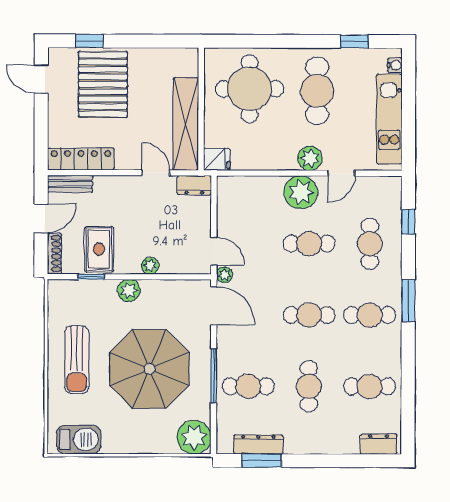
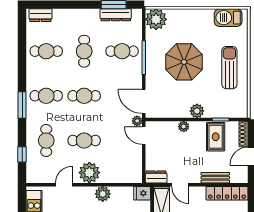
plant: (310, 158) -> (103, 194), moved
bench: (70, 184) -> (215, 178), moved
parasol: (149, 369) -> (184, 62), width x0.73, depth x0.73

